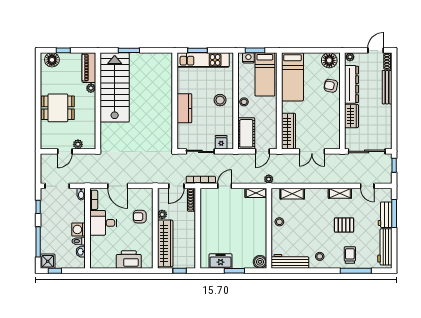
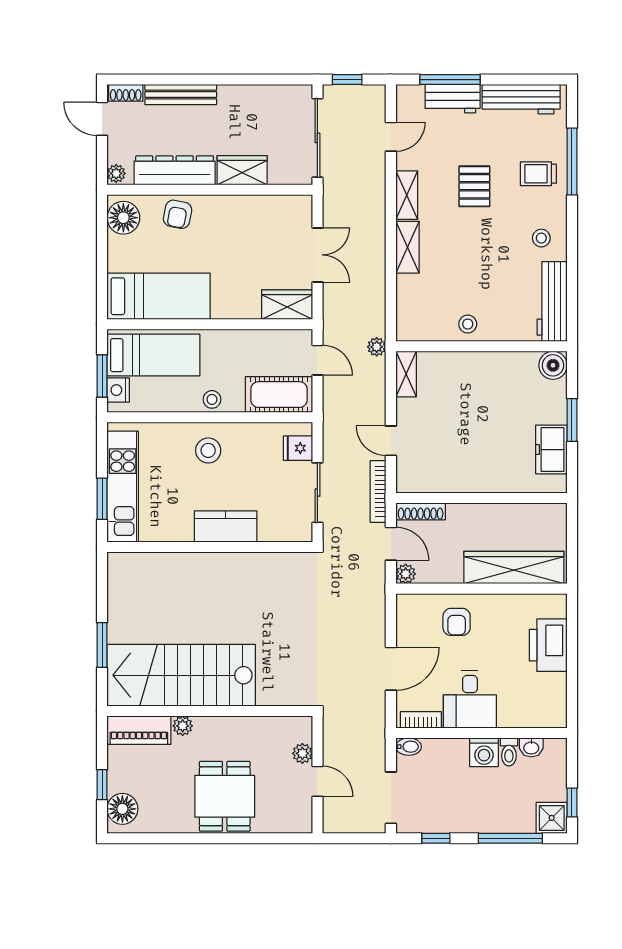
wardrobe: (288, 131) -> (287, 305), width x0.67
shelving: (292, 194) -> (407, 247), moved
plant: (162, 214) -> (406, 574), moved
window: (180, 271) -> (572, 537), removed

